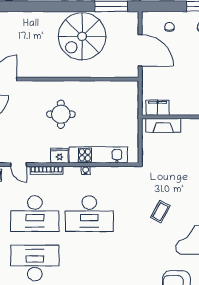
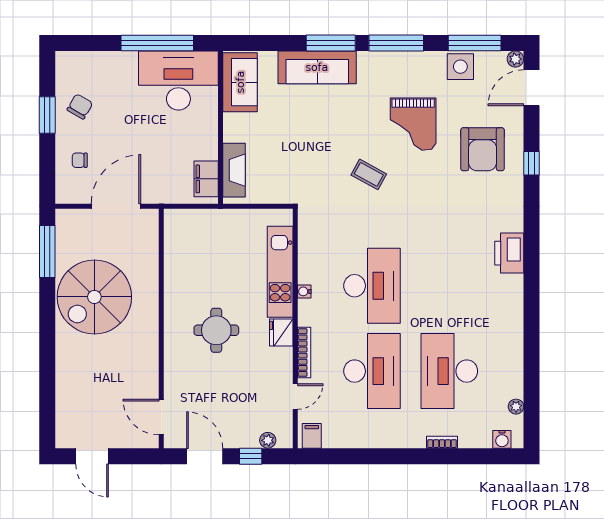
spiral stairs: (82, 36) -> (94, 297), turned 90

